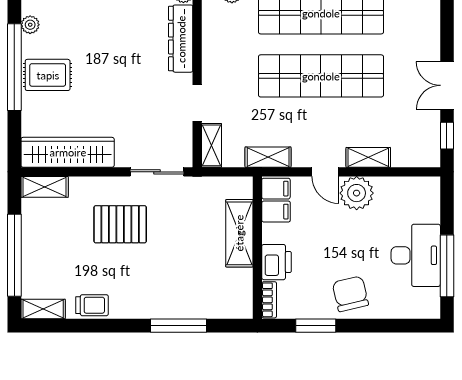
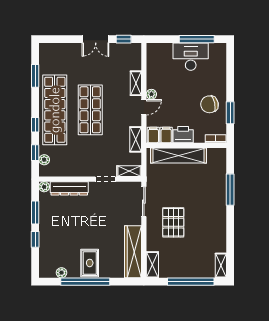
shop shelf: (321, 76) -> (90, 110), width x0.71
plant: (357, 193) -> (151, 94), width x0.53, depth x0.53
shelving: (239, 233) -> (178, 155), width x1.47
printer: (277, 262) -> (183, 135), moved
chair: (350, 294) -> (210, 104), moved
trolley: (92, 305) -> (219, 238), removed

